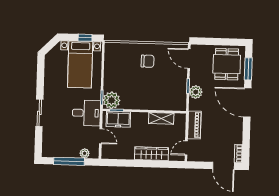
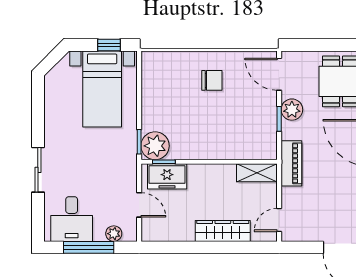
plant: (196, 92) -> (292, 110), moved
desk: (86, 113) -> (72, 219), moved, turned 90
shelving: (161, 118) -> (257, 173), moved
piano: (194, 125) -> (291, 163), moved

